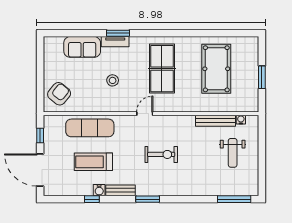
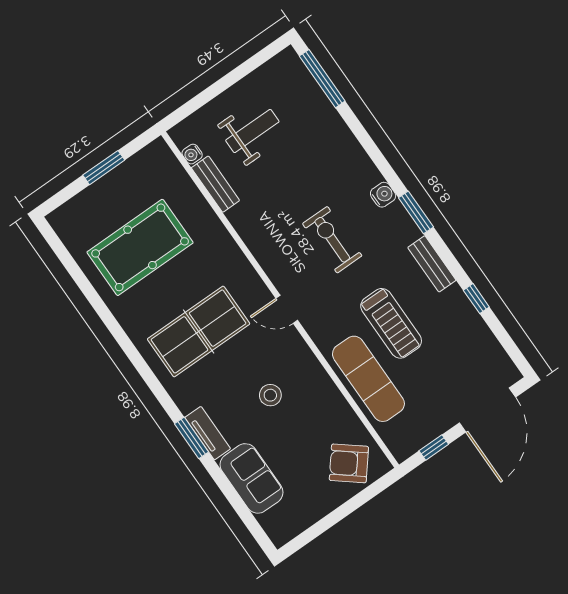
bench: (216, 121) -> (215, 184), width x0.73
treadmill: (93, 162) -> (391, 323), moved
water cooler: (99, 190) -> (383, 195), moved

